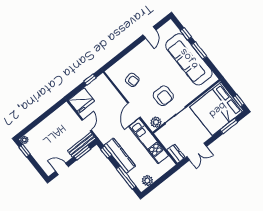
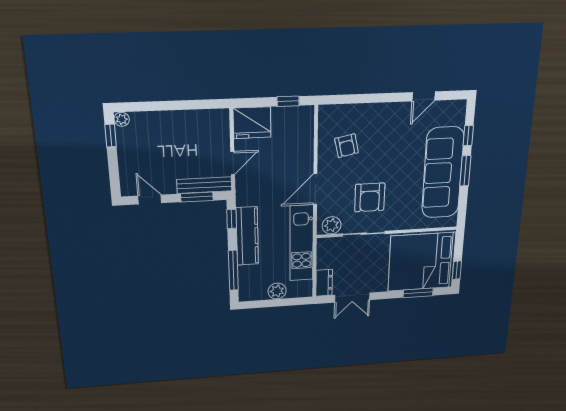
plant: (147, 181) -> (277, 291), moved

